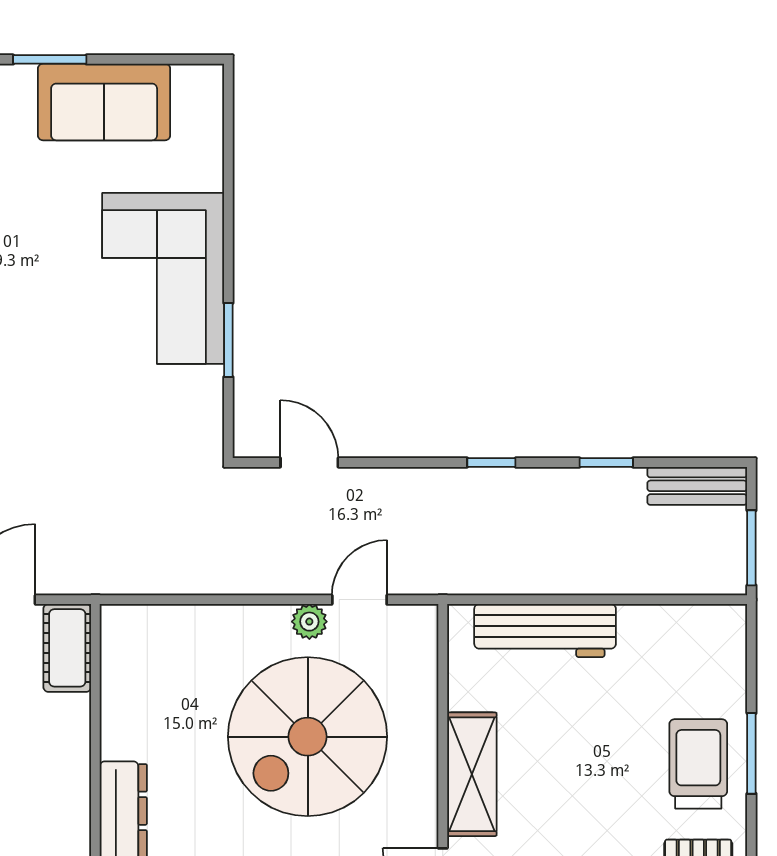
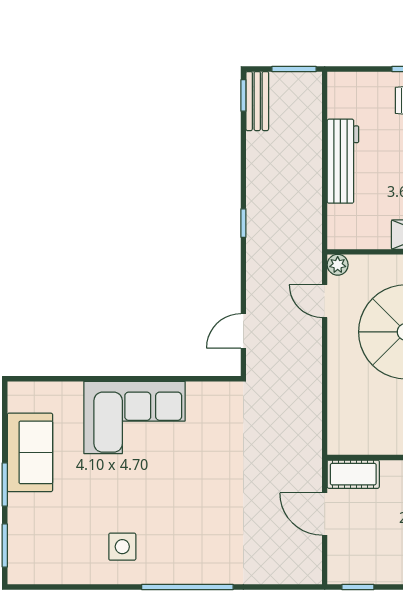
window: (228, 340) -> (171, 379), removed
window: (606, 462) -> (243, 95), moved
plant: (309, 622) -> (338, 265), moved
workbench: (545, 631) -> (343, 161), moved

